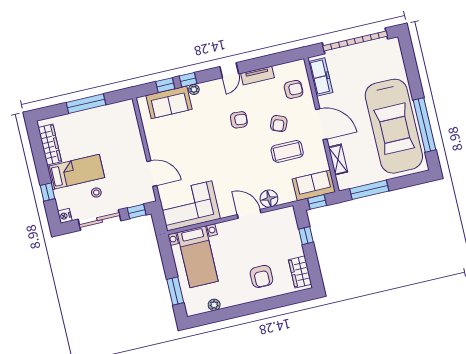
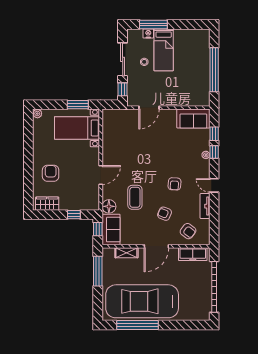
armchair: (294, 89) -> (188, 231), turned -53
sofa: (169, 102) -> (193, 118), moved, turned -90
window: (86, 104) -> (214, 70), width x1.46
wardrobe: (50, 145) -> (189, 35), removed
coffee table: (287, 151) -> (135, 197), moved
window: (47, 192) -> (153, 25), width x2.17
floor lamp: (269, 199) -> (109, 206), moved
corner sofa: (189, 206) -> (117, 131), removed
nightstand: (65, 216) -> (148, 34), moved
armchair: (261, 276) -> (51, 173), turned 90
window: (175, 291) -> (78, 105), moved
plant: (214, 305) -> (37, 114), moved

